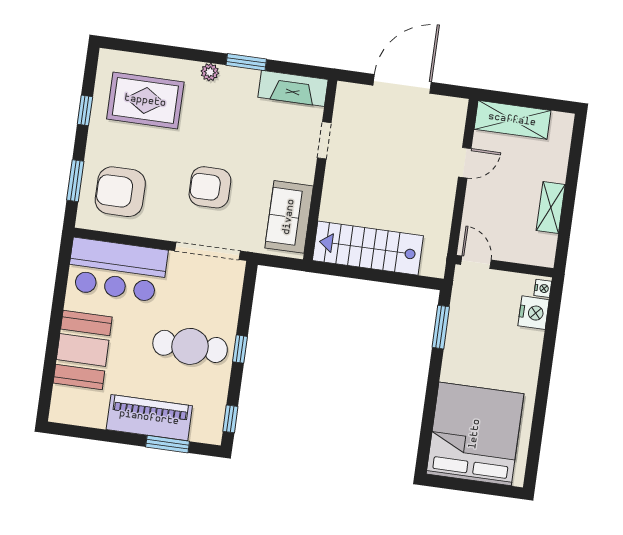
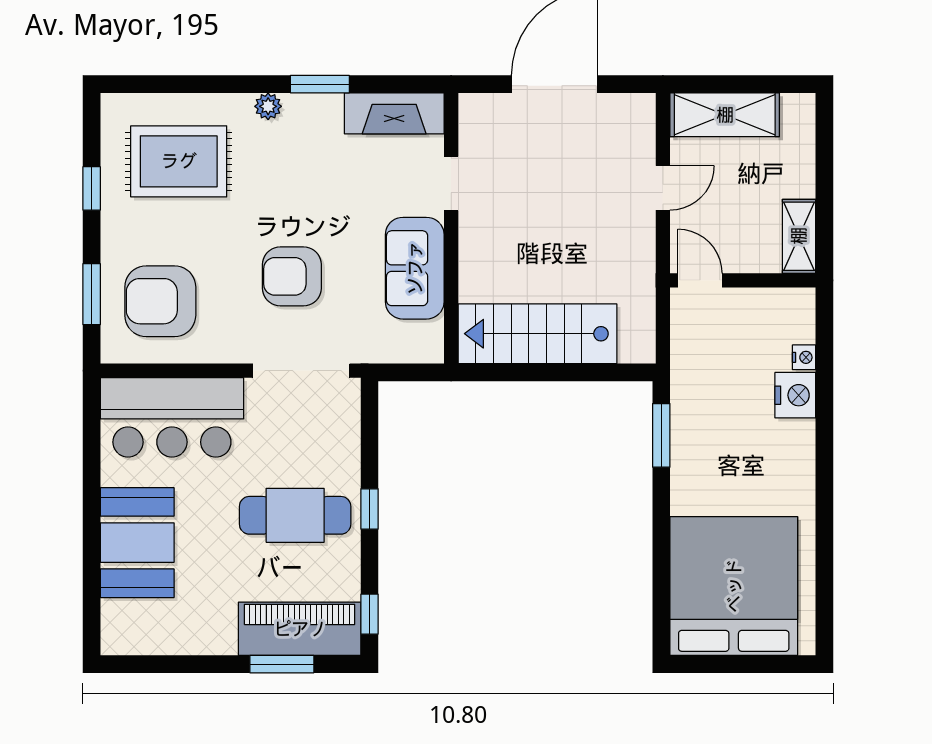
sofa: (289, 217) -> (415, 268), moved
door: (476, 262) -> (700, 280), moved
wall: (504, 266) -> (743, 280), moved
piano: (149, 418) -> (300, 629), moved

